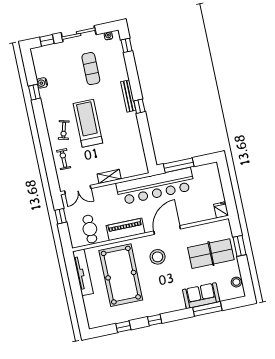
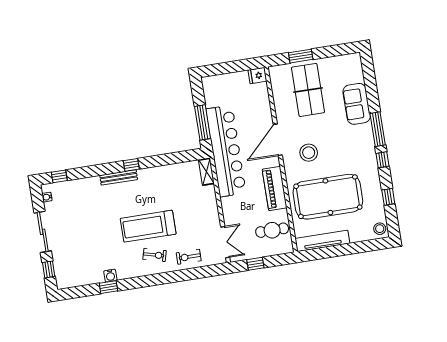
exercise mat: (91, 69) -> (84, 220), removed
water cooler: (42, 83) -> (110, 276), moved
shelving: (109, 176) -> (206, 172), moved
door: (167, 230) -> (278, 140), hinge flipped
stool: (236, 282) -> (380, 229), moved
window: (207, 309) -> (378, 129), moved

